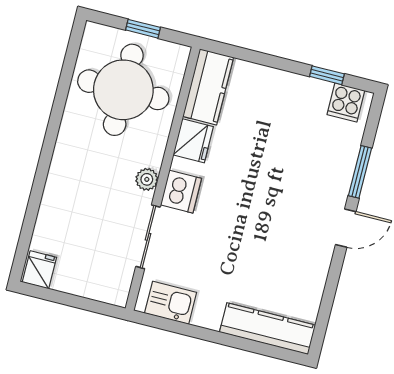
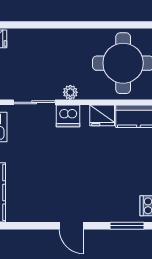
window: (360, 172) -> (127, 226), moved

